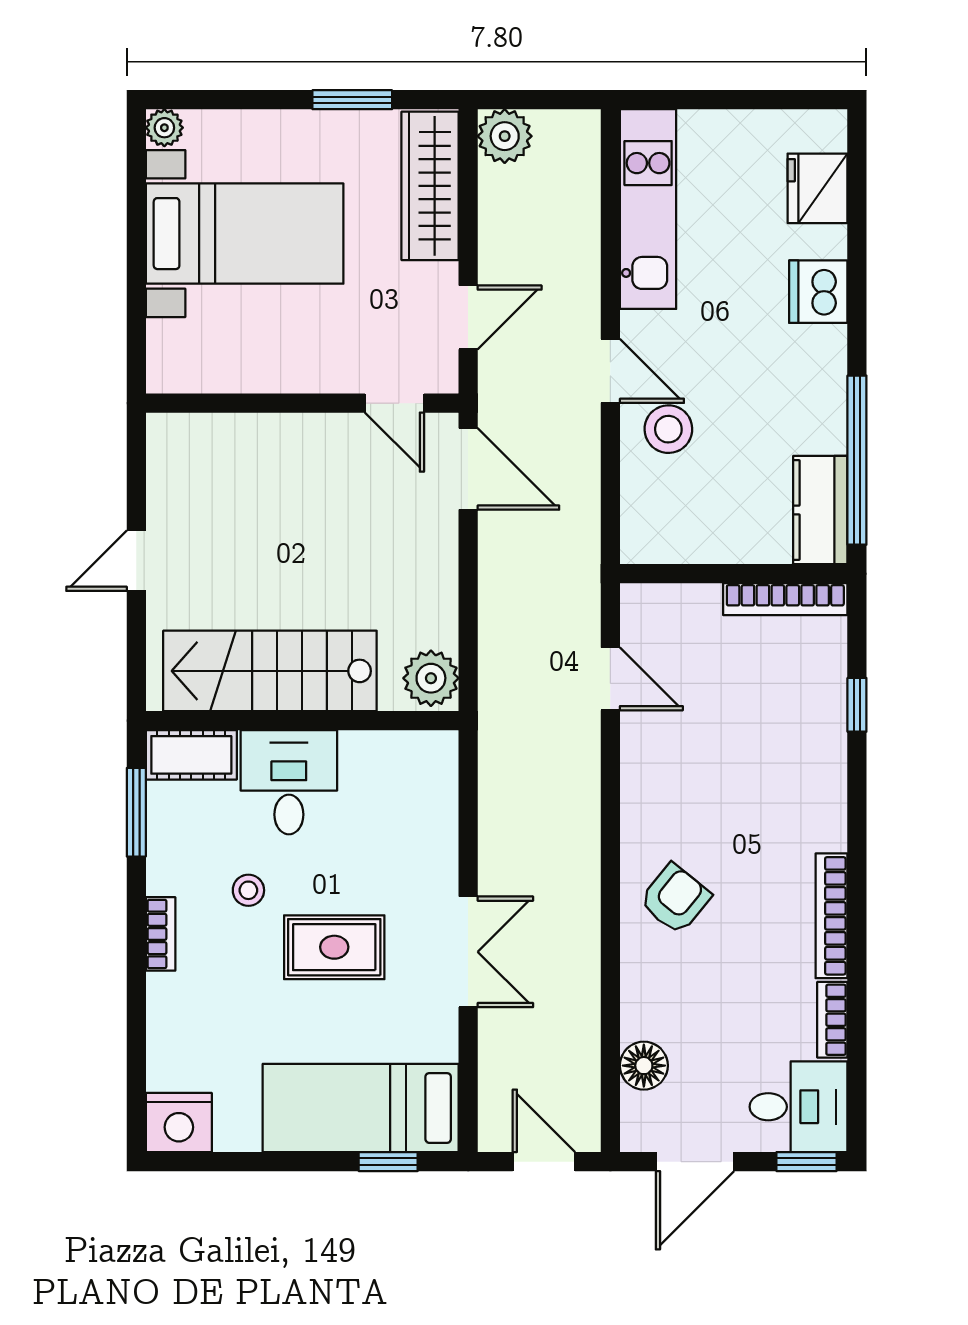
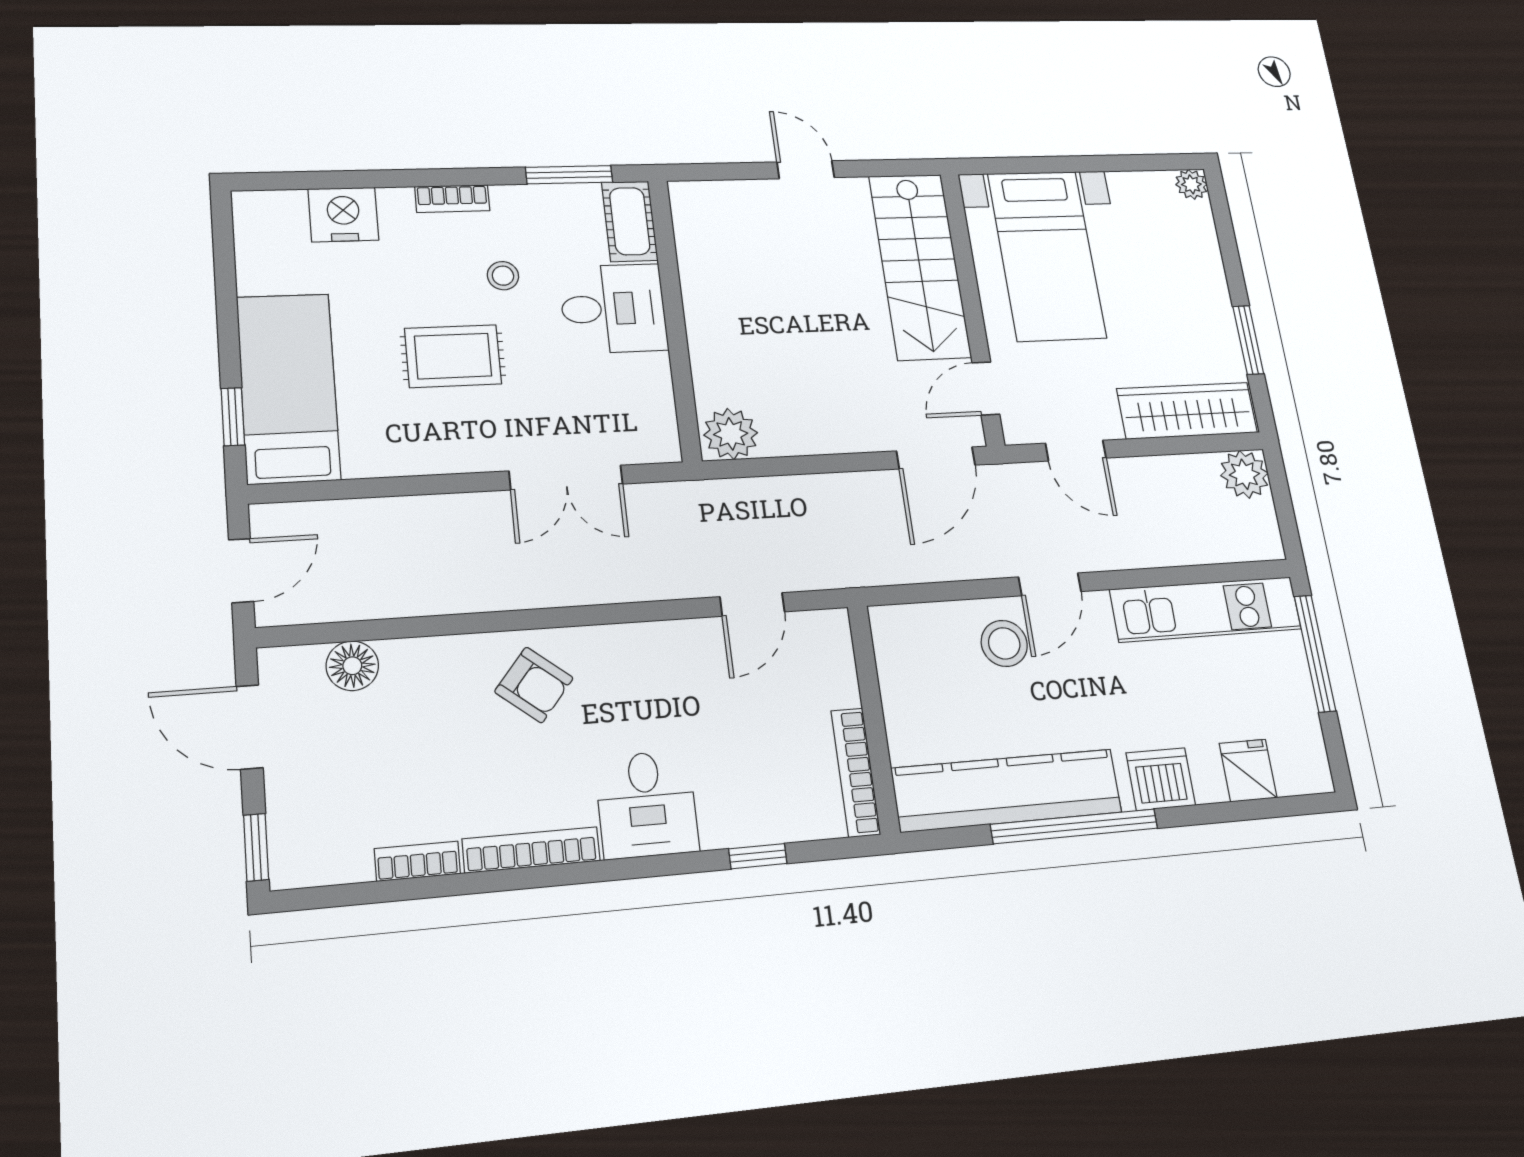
window: (703, 100) -> (1315, 653), added
fridge: (818, 188) -> (1248, 771), width x0.72
bed with nightstands: (245, 234) -> (1047, 255), moved
window: (857, 460) -> (1074, 826), moved
kitchen counter: (820, 510) -> (1007, 790), width x2.08, depth x1.17
stairs: (270, 671) -> (920, 266), moved, turned 180
rug: (334, 947) -> (453, 356), turned 90
double door: (468, 952) -> (566, 477), moved
desk: (799, 1107) -> (647, 804), moved
nightstand: (179, 1123) -> (343, 214), moved, turned 90

